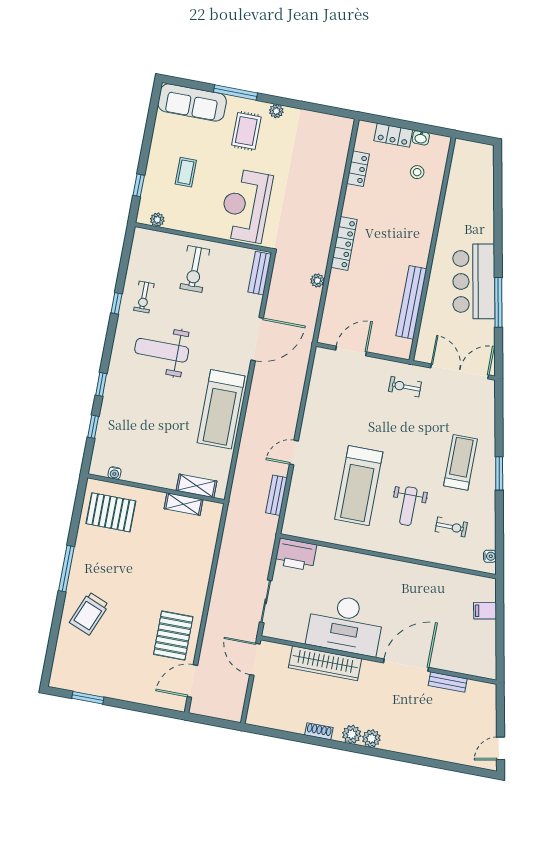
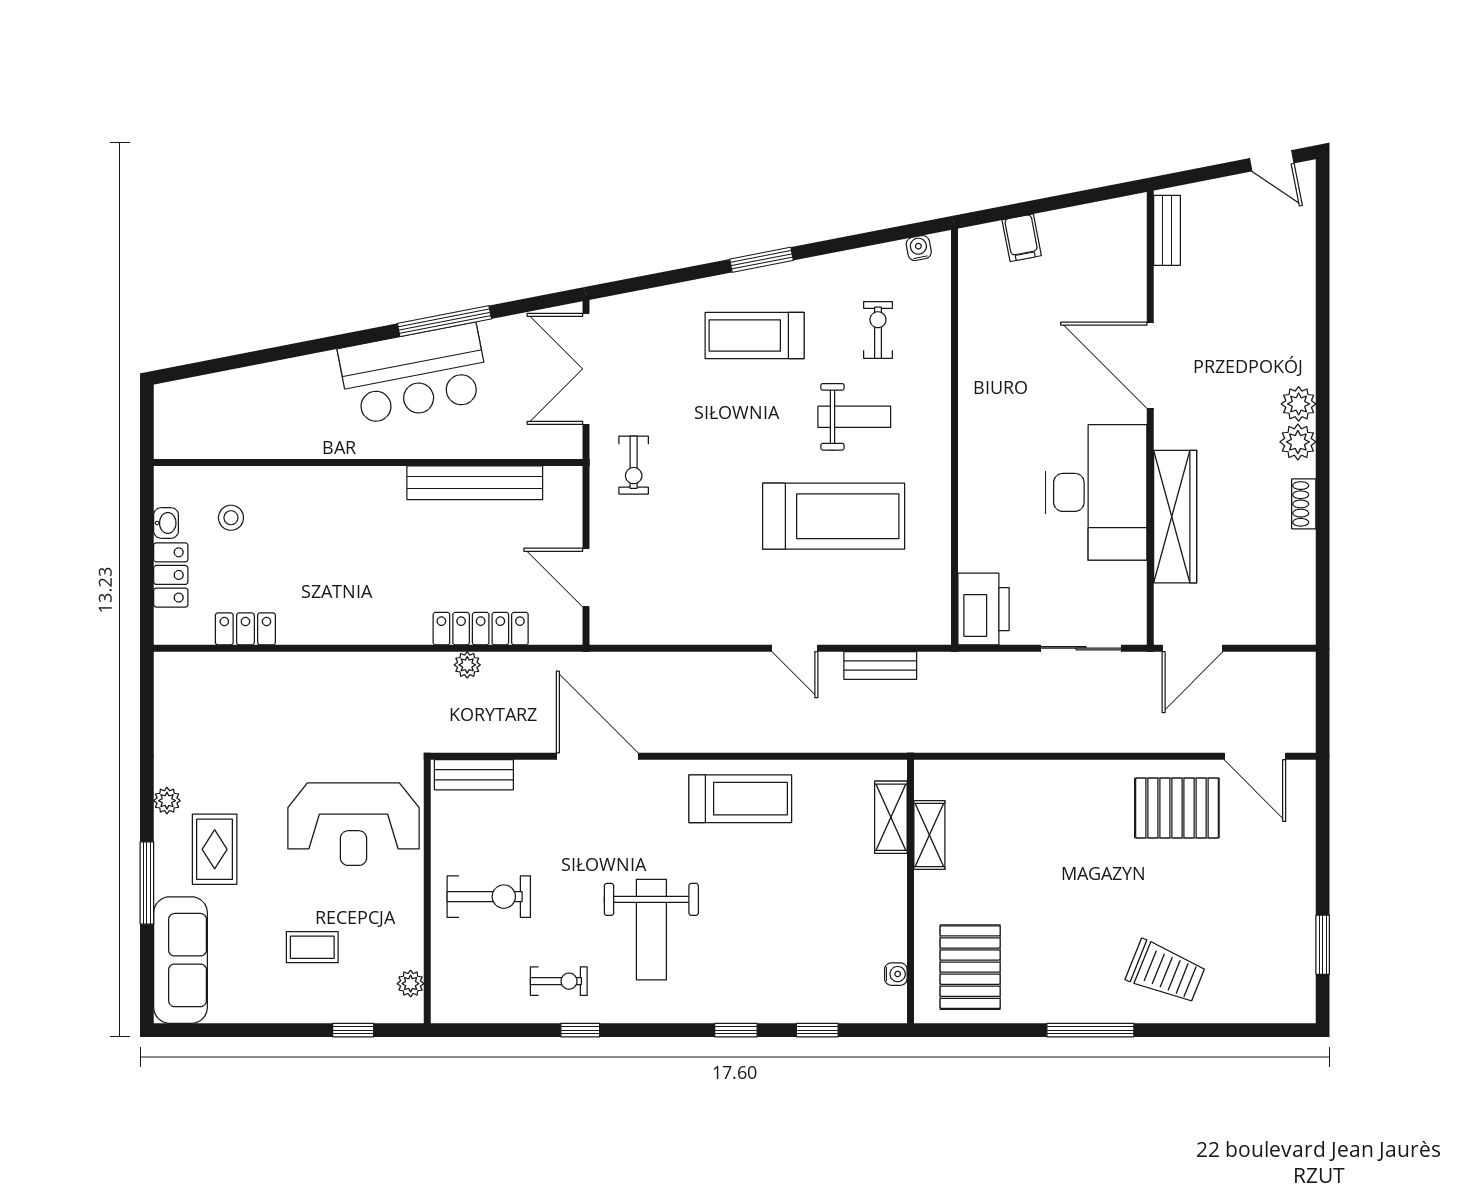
rug: (246, 131) -> (215, 849), turned 90
locker: (344, 243) -> (481, 629), moved
treadmill: (221, 409) -> (740, 799), width x0.73, depth x0.73
bench: (448, 682) -> (1167, 230), moved

